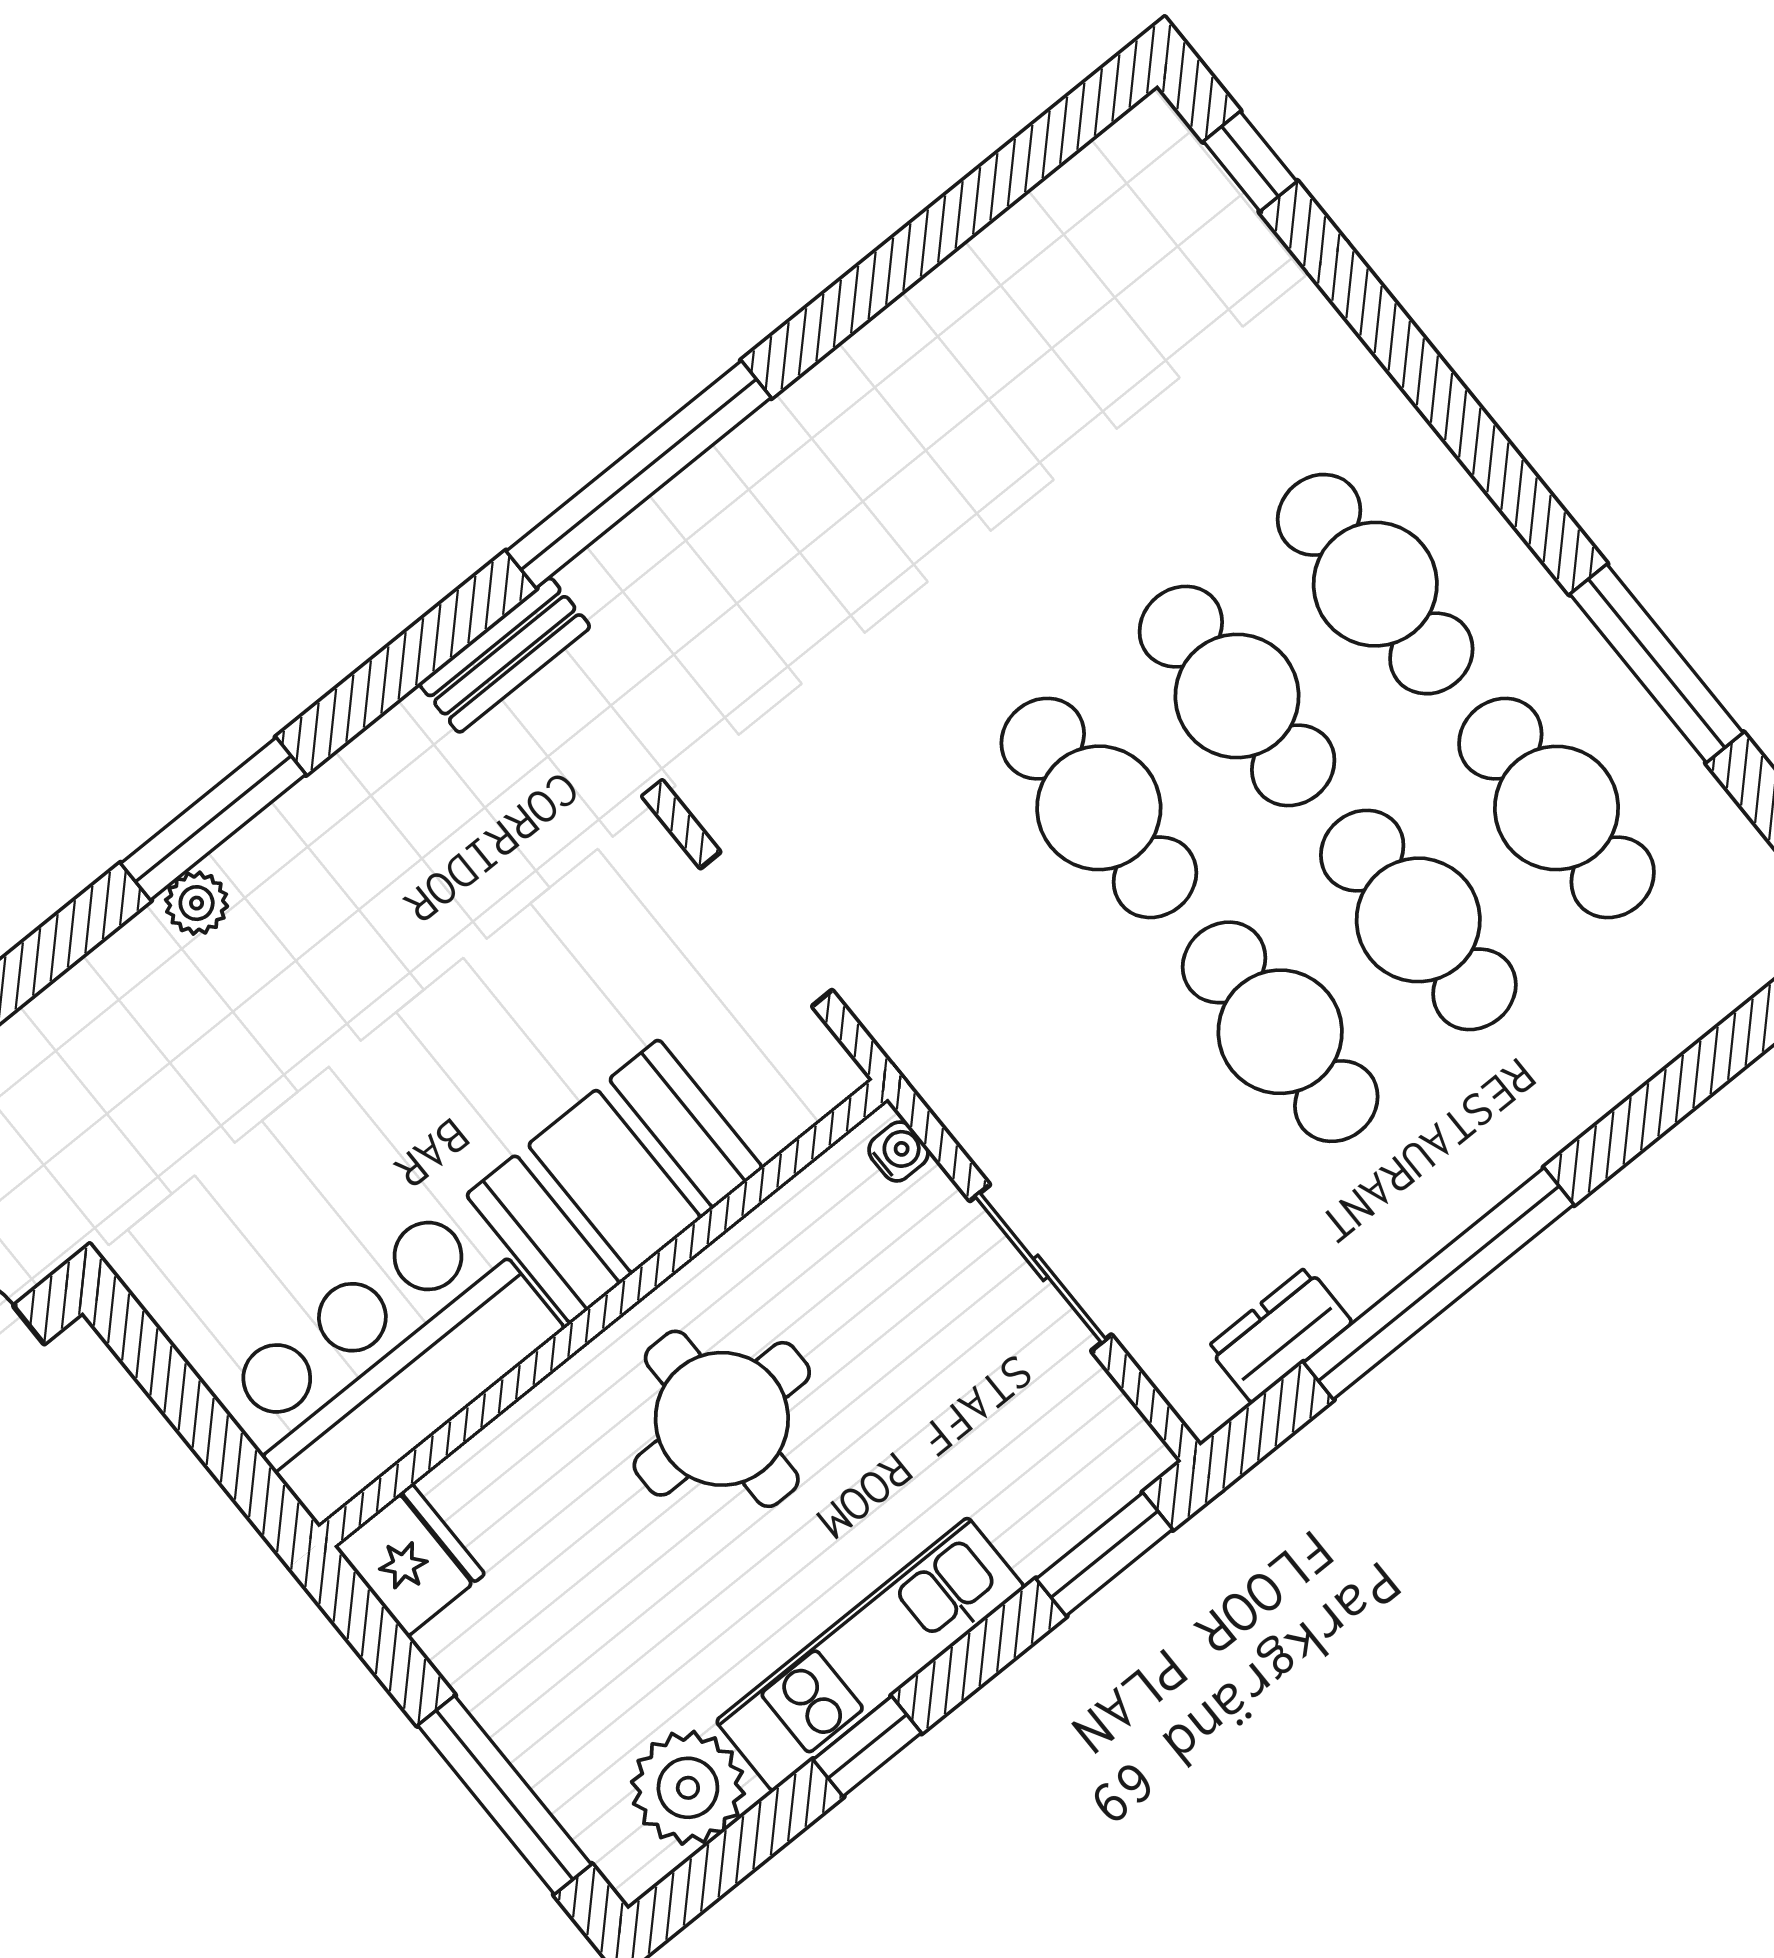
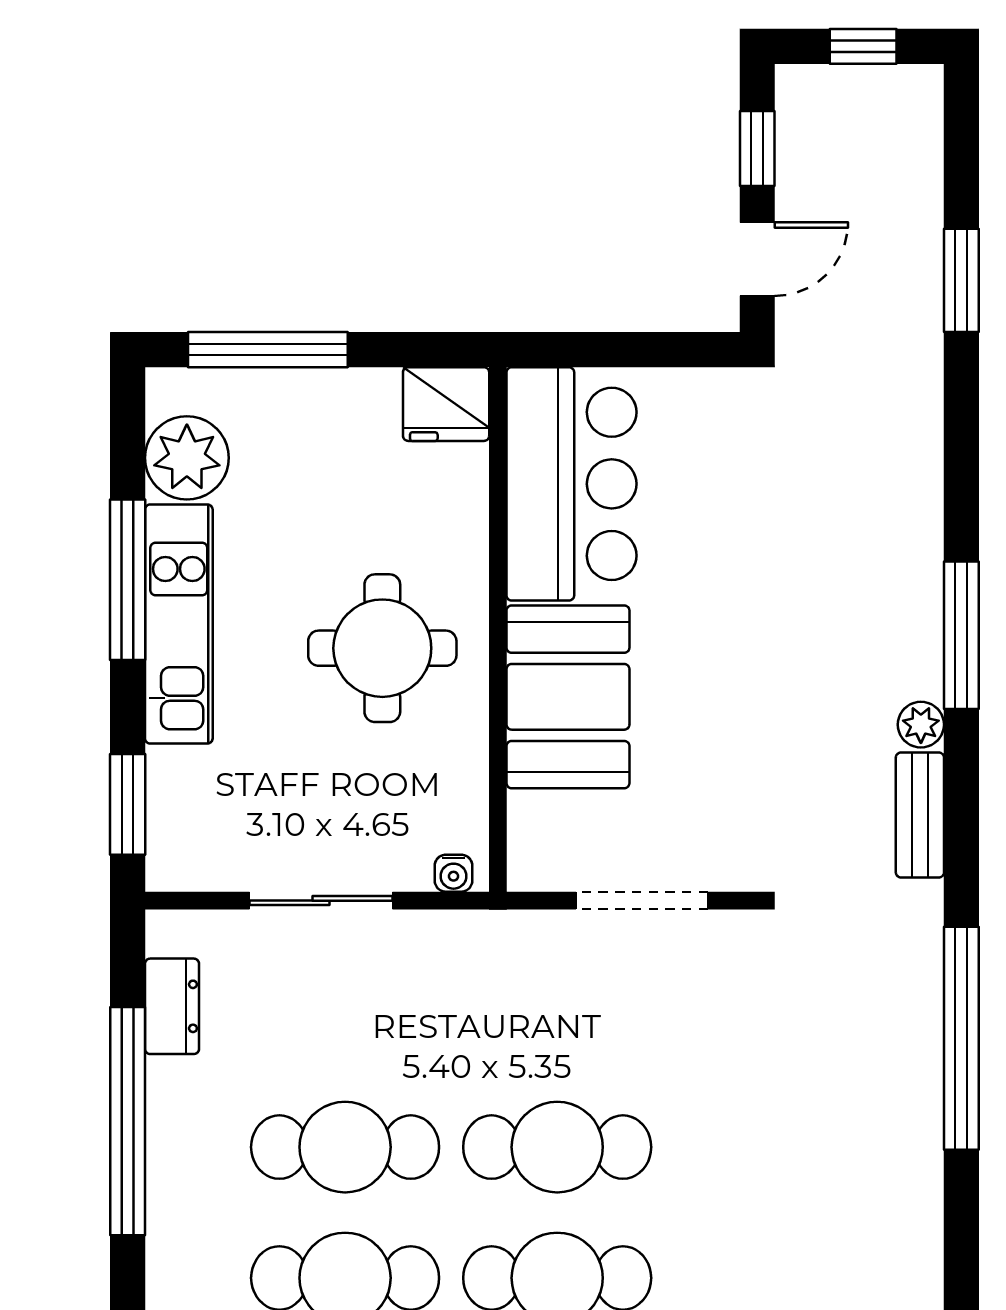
bench: (505, 655) -> (920, 815), moved
plant: (197, 903) -> (921, 725), moved
window: (867, 1746) -> (128, 580), width x2.17

